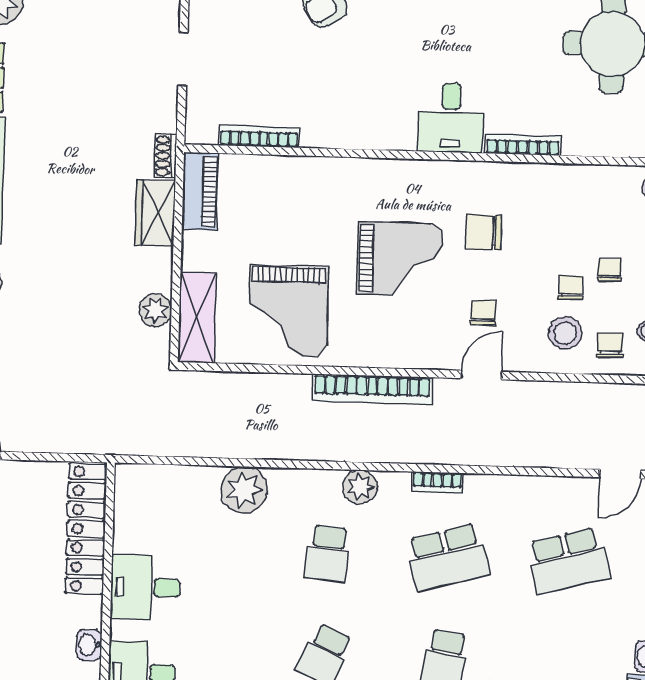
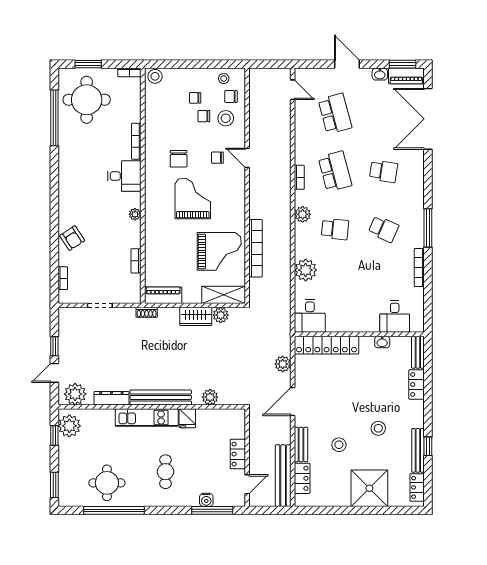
bookcase: (259, 136) -> (136, 261), width x0.64
plant: (371, 138) -> (135, 214), added
wardrobe: (155, 213) -> (196, 316), moved
bookcase: (372, 389) -> (256, 248), moved
plant: (50, 436) -> (283, 364), added
desk: (146, 588) -> (310, 316), moved

